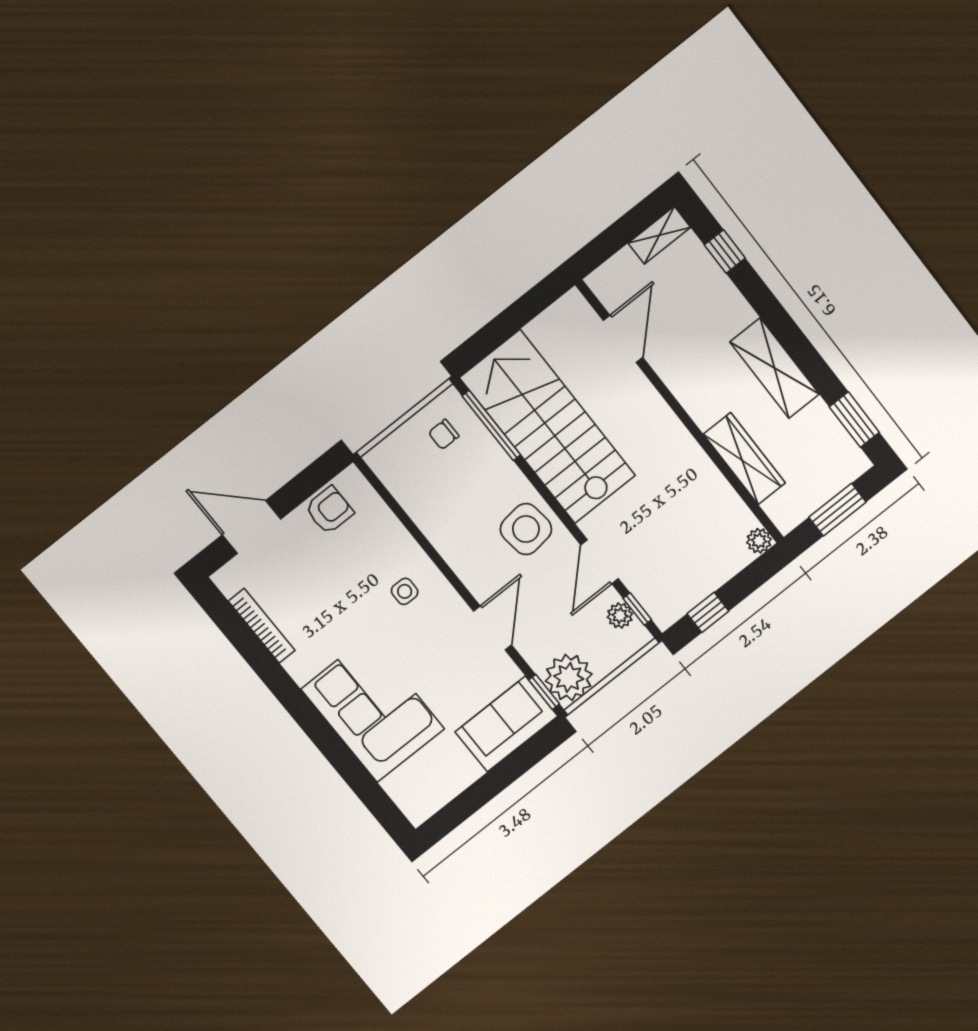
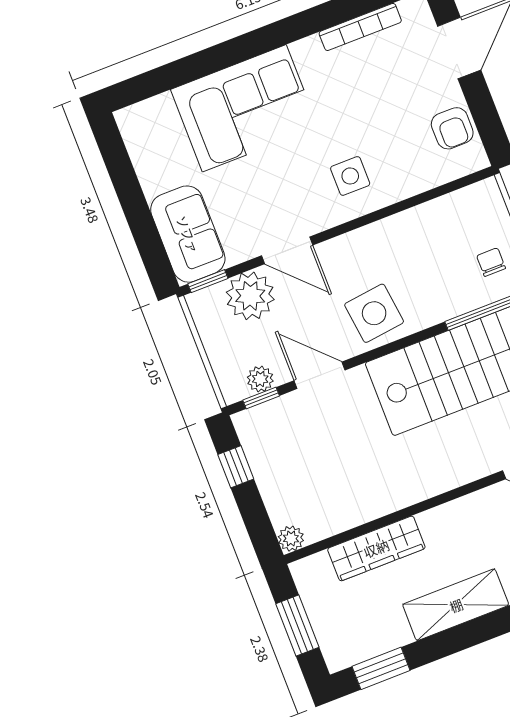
side table: (405, 591) -> (350, 176), width x1.37, depth x1.37
plant: (569, 678) -> (250, 296), moved

